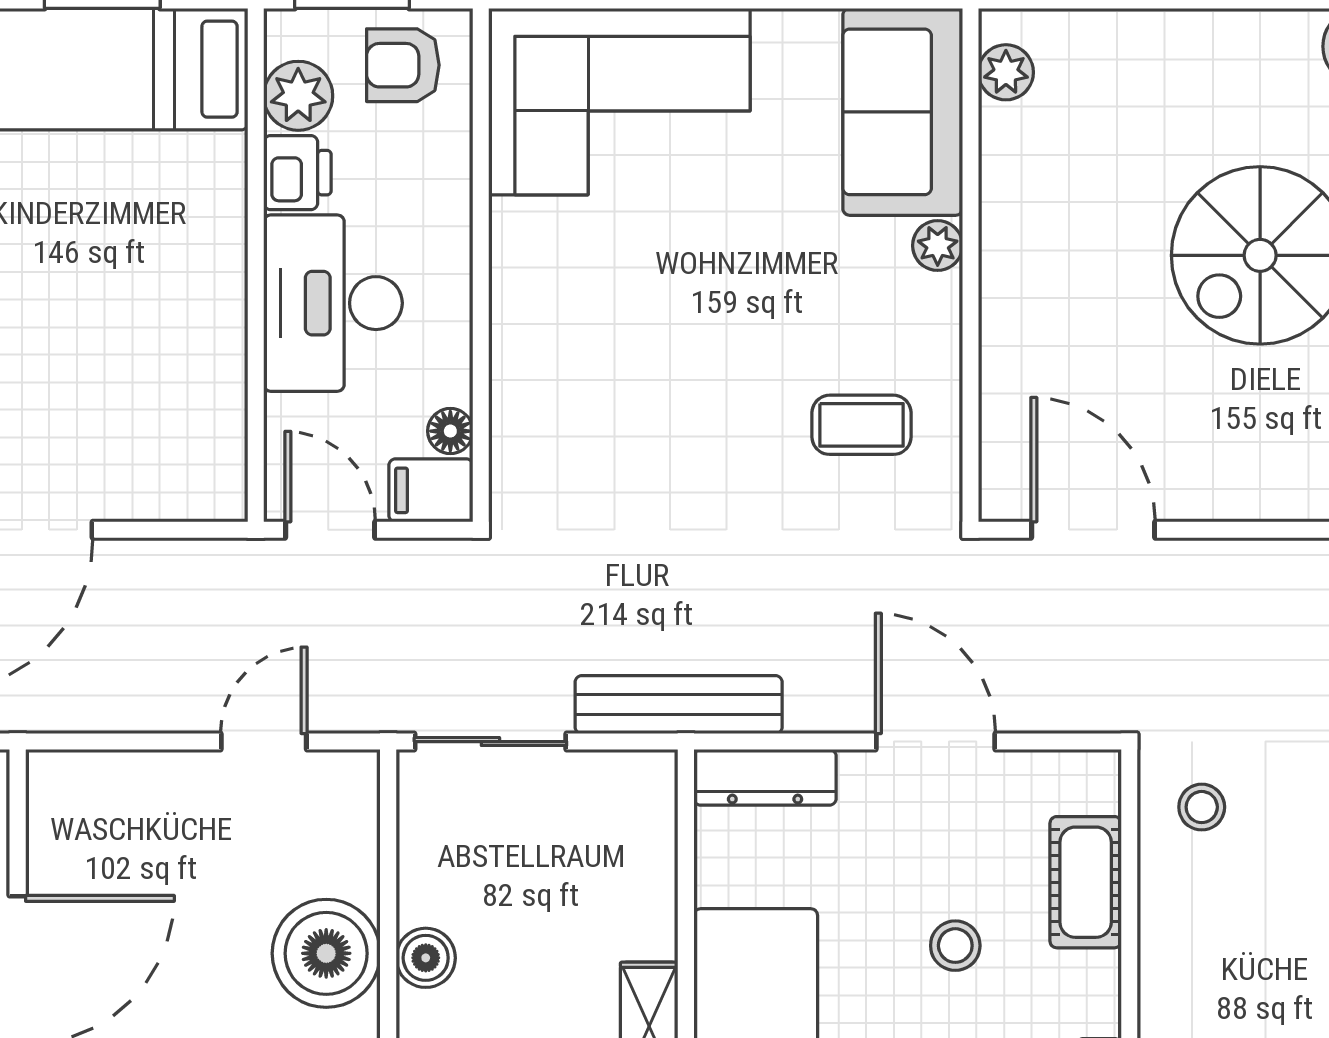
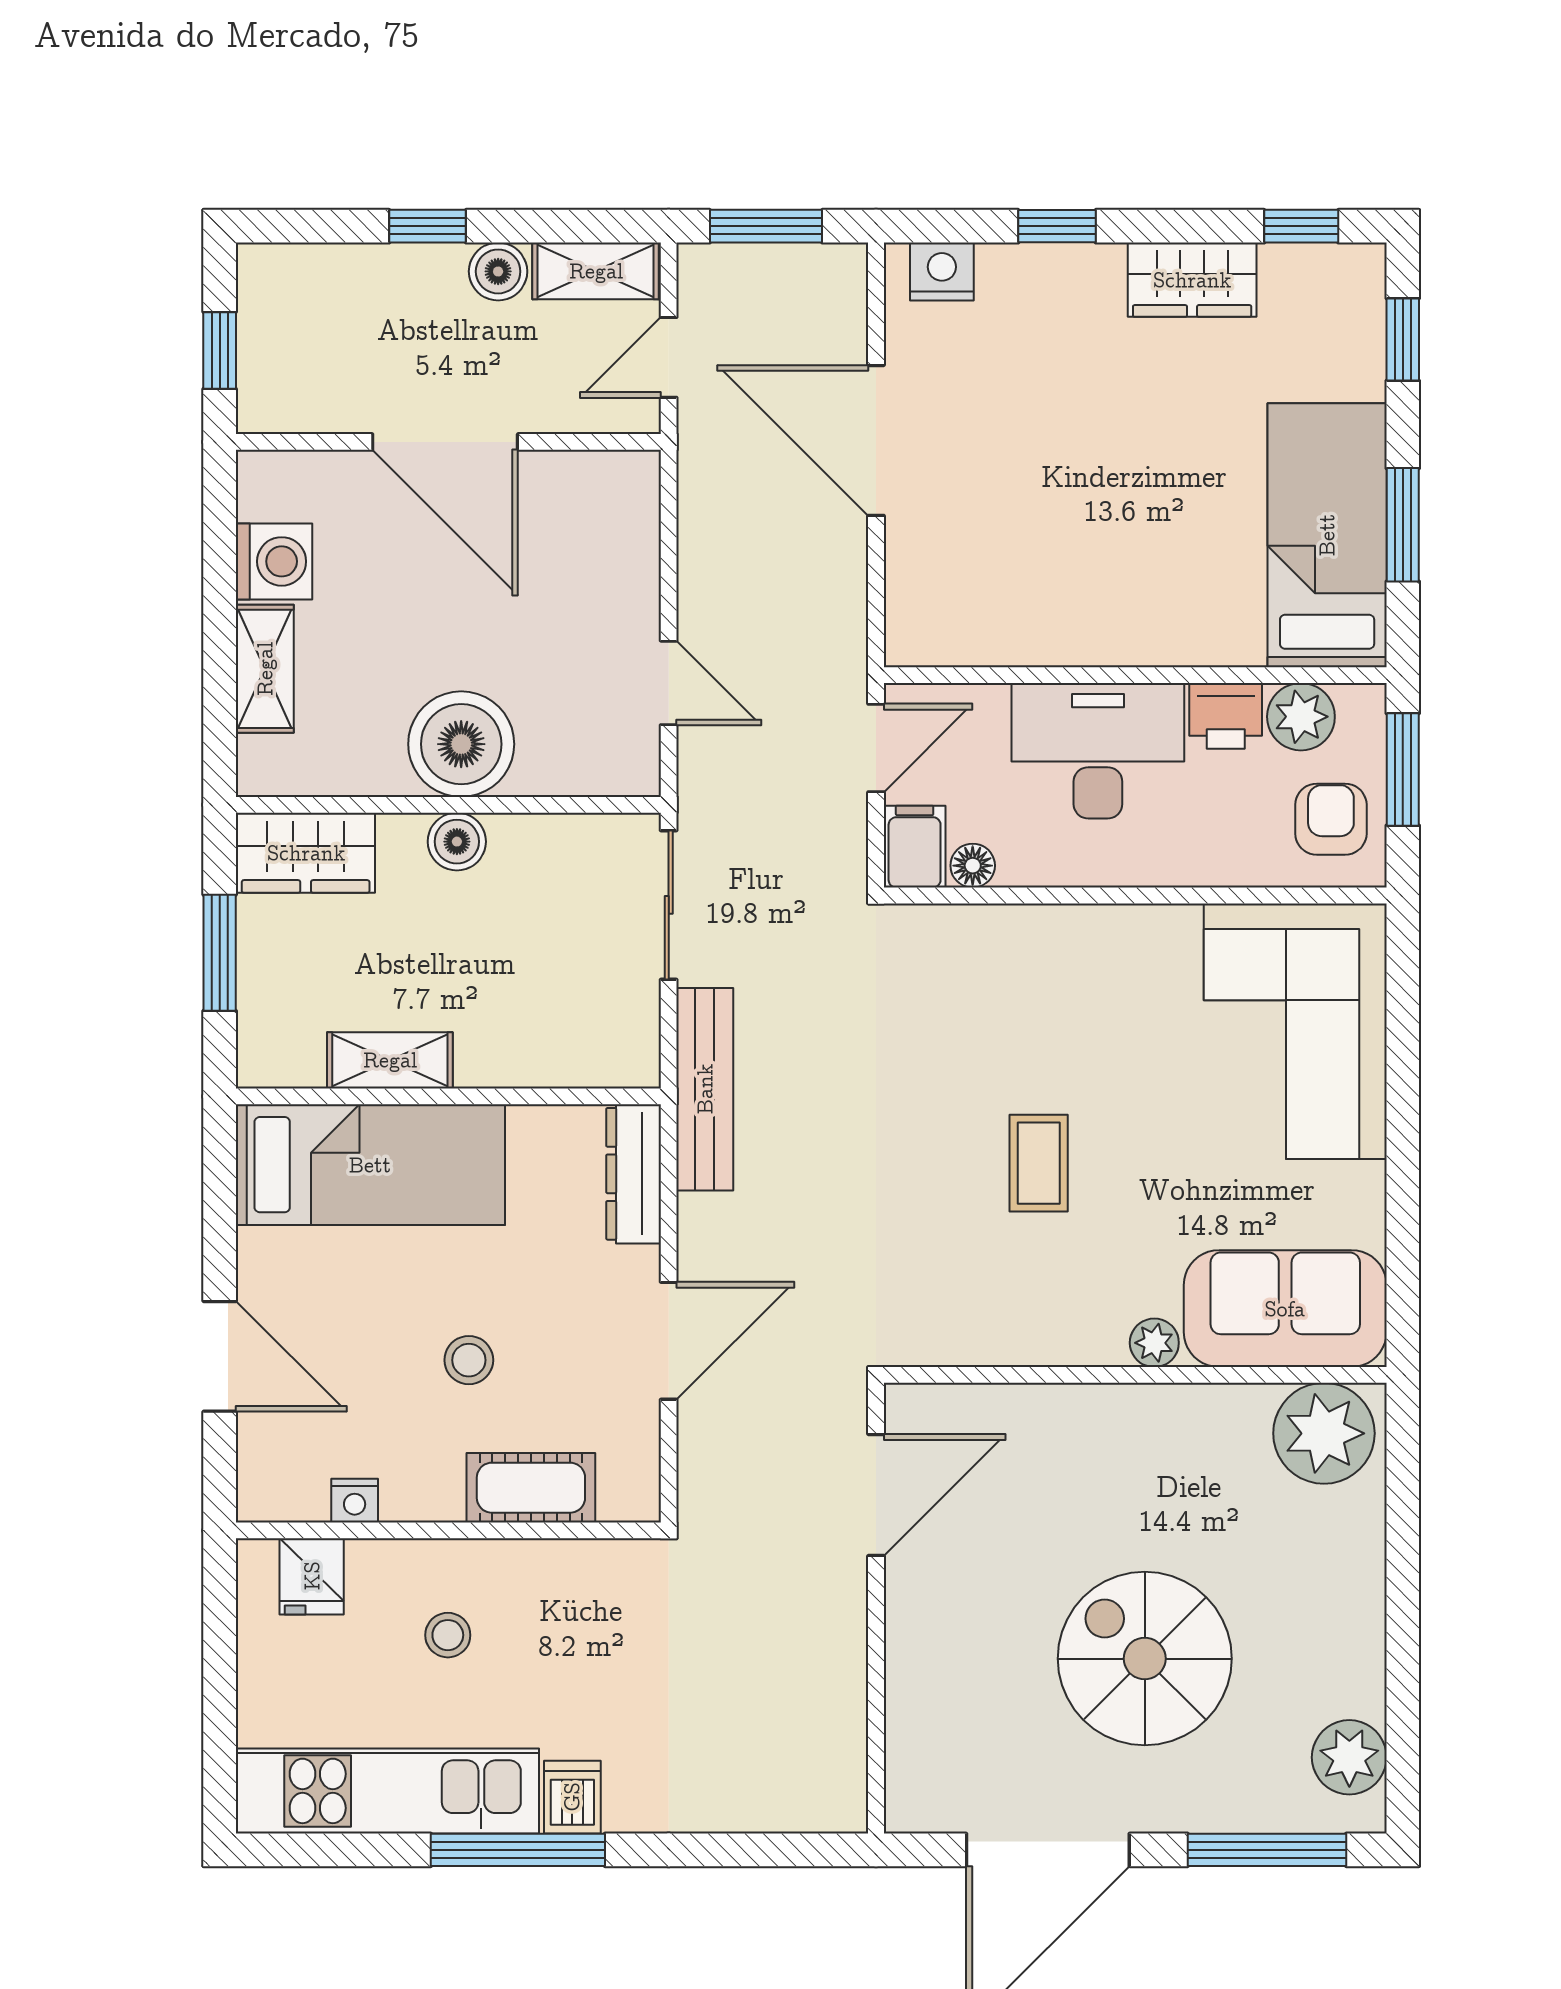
plant: (1006, 72) -> (1324, 1433), width x1.88, depth x1.88
coffee table: (862, 425) -> (1039, 1163), moved
stool: (1202, 807) -> (448, 1635), moved

